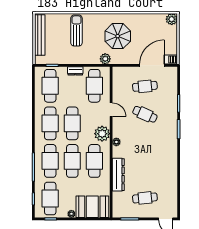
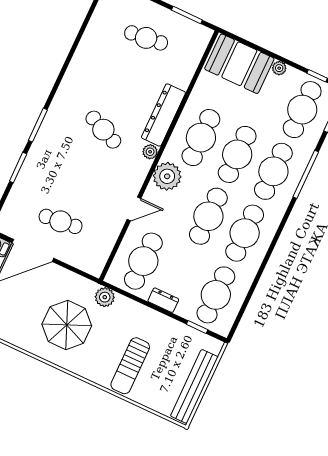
door: (111, 110) -> (134, 209), swing flipped
cafe table: (145, 114) -> (103, 130), moved
dresser: (118, 175) -> (163, 115), moved

